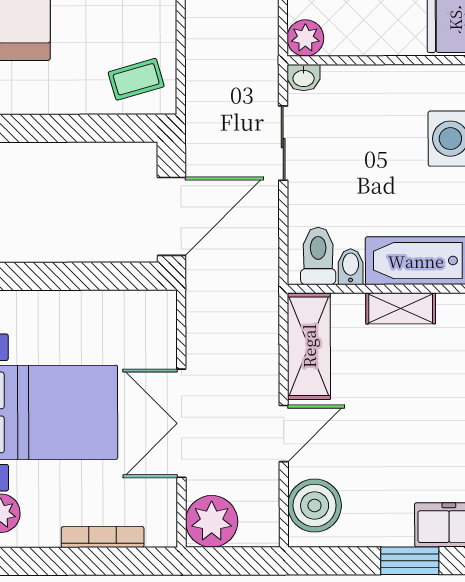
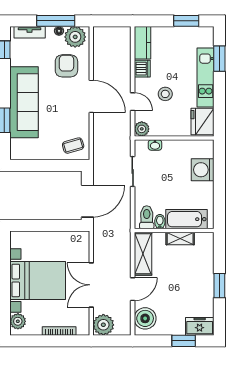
washbasin: (304, 78) -> (155, 145), moved

